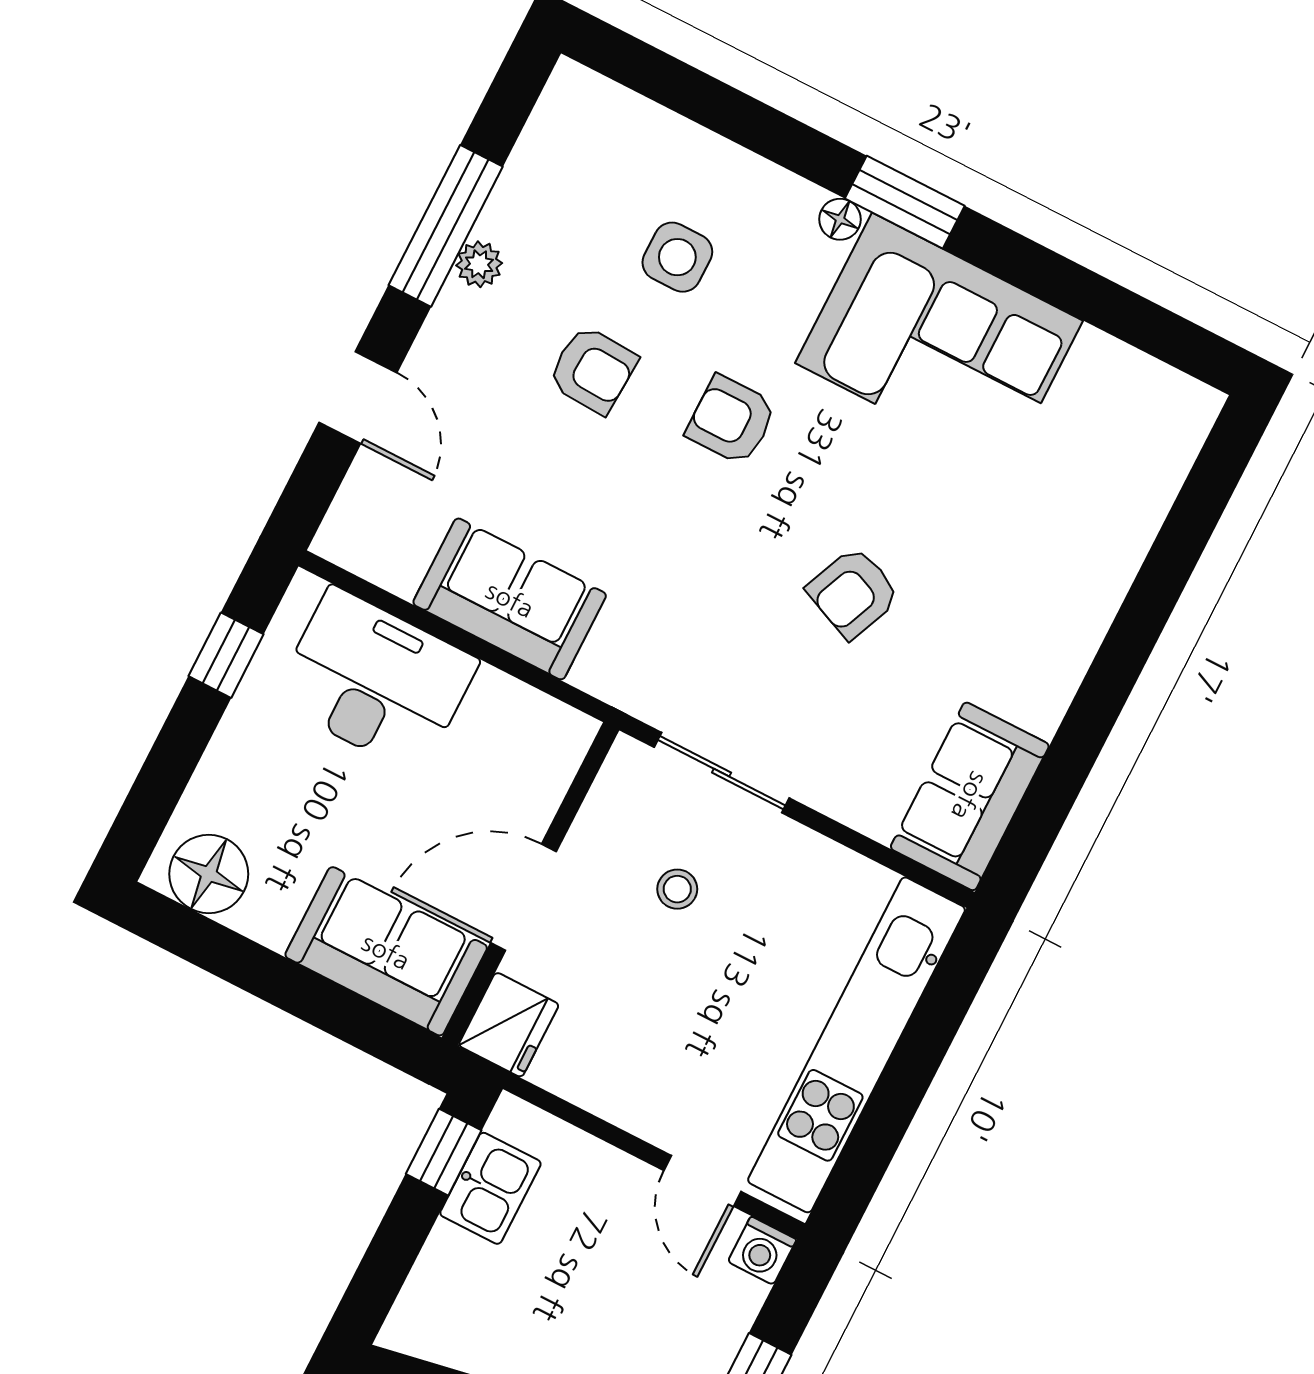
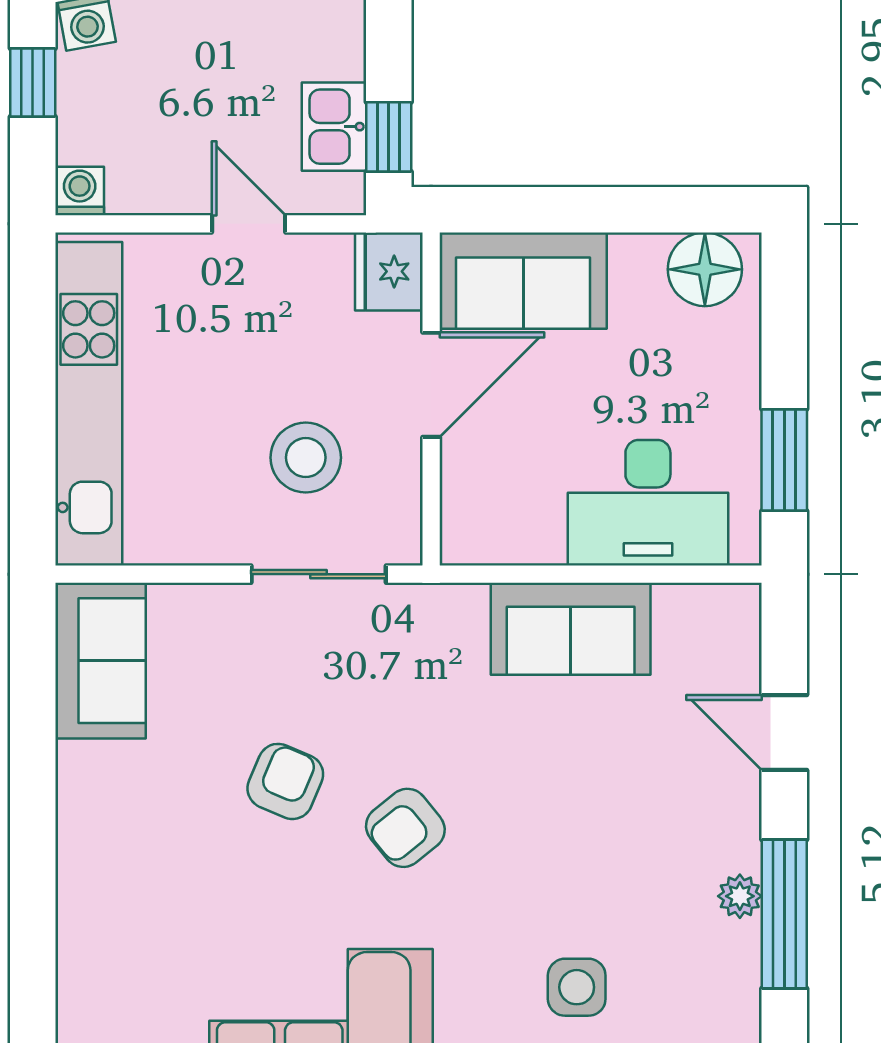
armchair: (593, 370) -> (599, 857), removed
armchair: (731, 420) -> (405, 828), moved, turned 141
window: (226, 655) -> (784, 460), width x1.50
stool: (677, 889) -> (306, 458), width x1.89, depth x1.89
door: (702, 1181) -> (249, 224), moved

